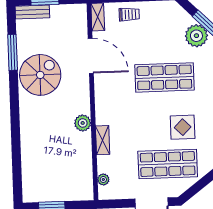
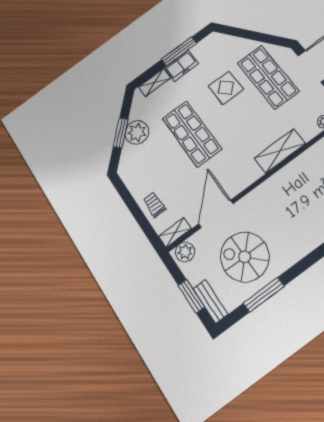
spiral stairs: (40, 75) -> (245, 257), moved
plant: (83, 123) -> (185, 252), moved
shelving: (103, 140) -> (280, 151), width x1.50, depth x1.33

